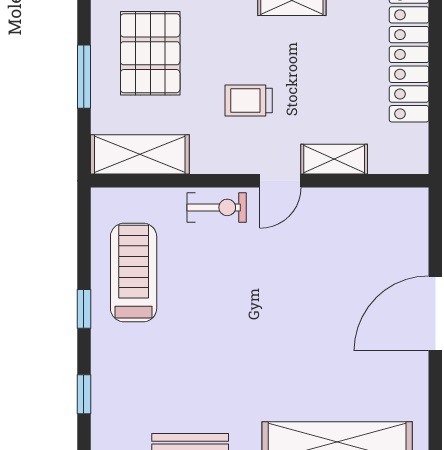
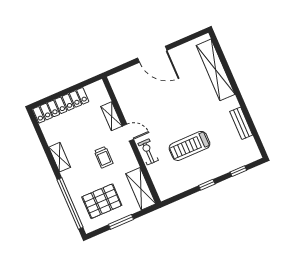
treadmill: (134, 273) -> (189, 146), moved

